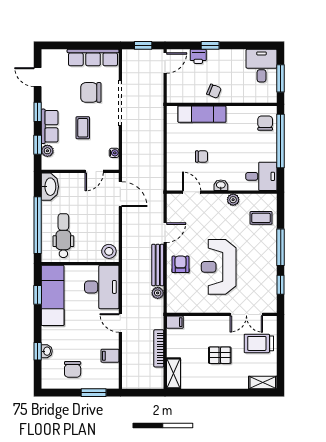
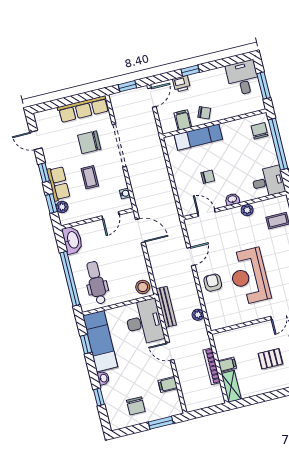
filing cabinet: (191, 93) -> (183, 120), added
bench: (158, 265) -> (166, 307), moved
filing cabinet: (175, 322) -> (227, 365), moved
washbasin: (47, 351) -> (103, 378), moved

